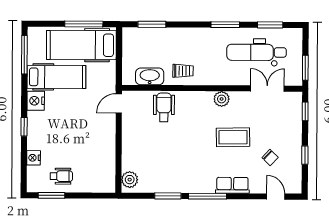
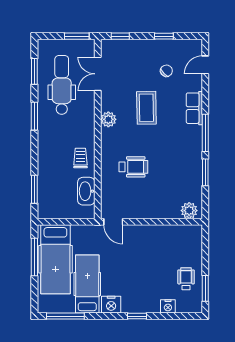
dental chair: (256, 52) -> (62, 85), turned 180
wheelchair: (164, 107) -> (133, 167), moved, turned 180

